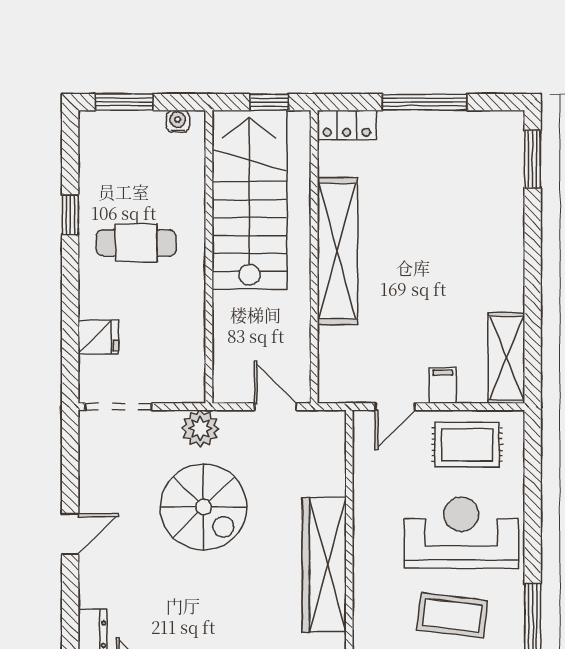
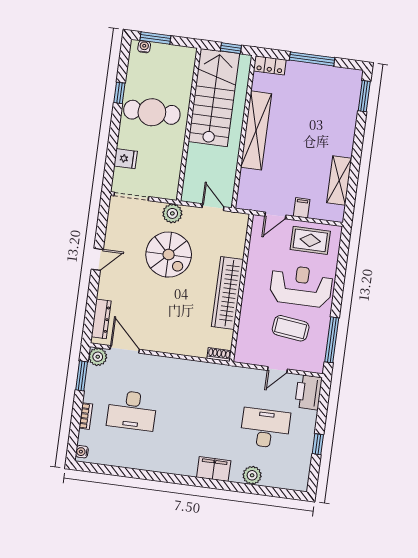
water cooler: (178, 121) -> (144, 47), moved
cafe table: (136, 243) -> (152, 112), width x1.37, depth x1.35
shelving: (506, 358) -> (339, 181), moved

